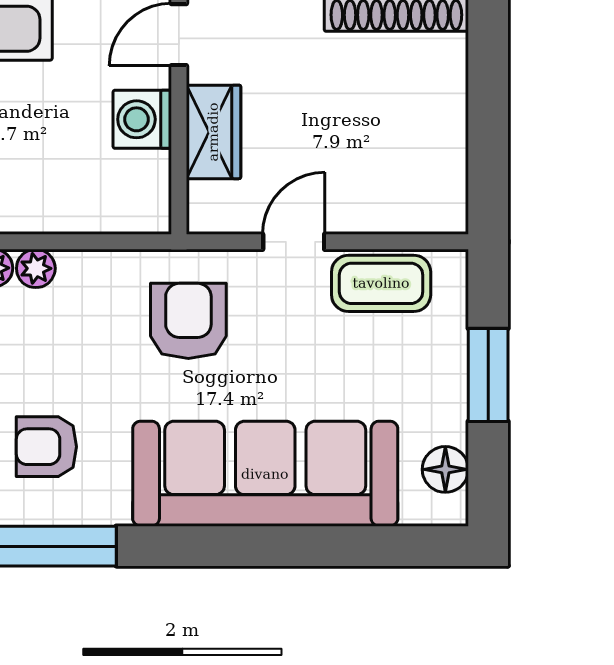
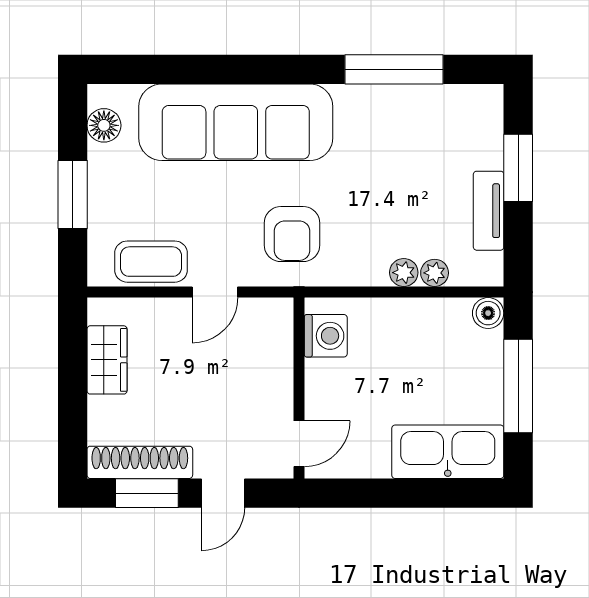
washing machine: (142, 119) -> (326, 336), moved
wardrobe: (213, 132) -> (107, 360), moved, turned 180
armchair: (46, 447) -> (396, 142), removed

